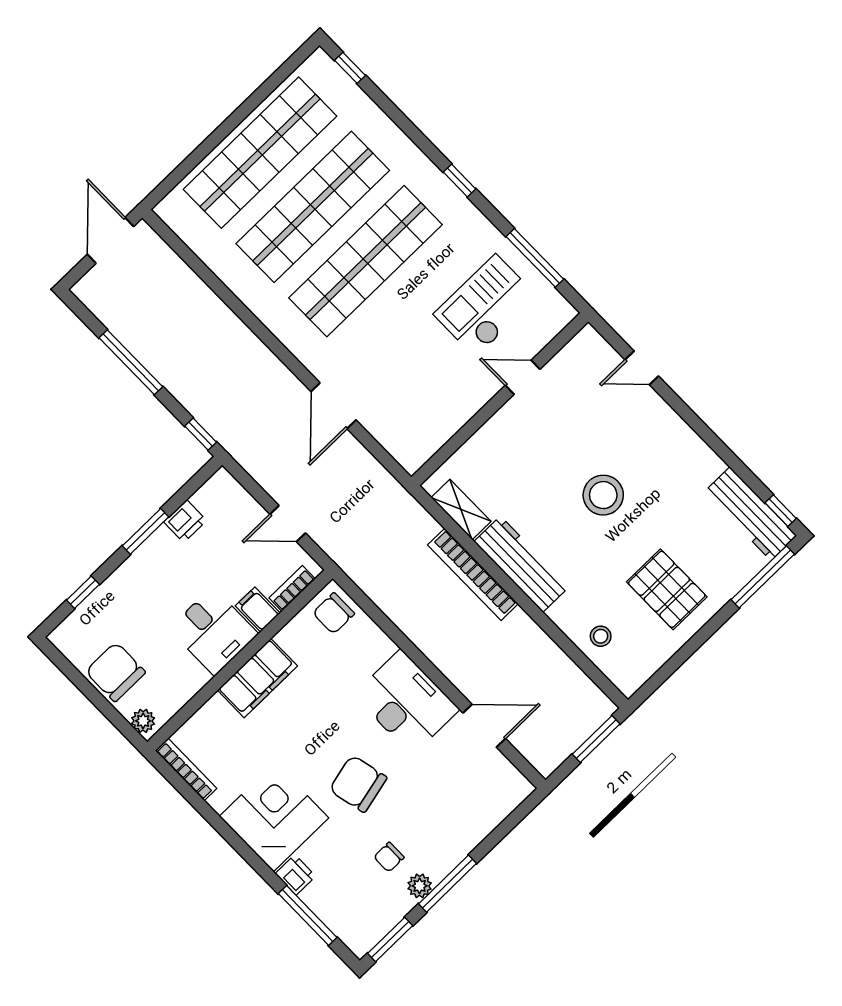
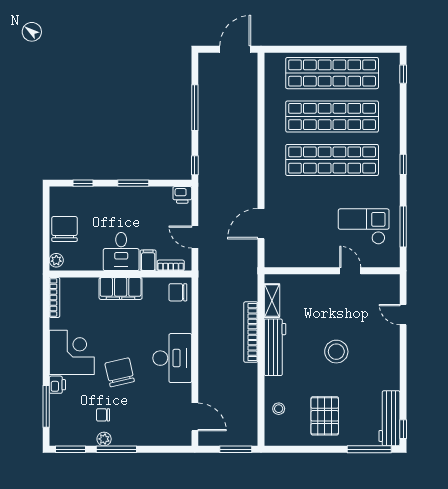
door: (334, 406) -> (261, 224), moved
printer: (185, 521) -> (182, 195), moved
door: (484, 726) -> (195, 417), moved

